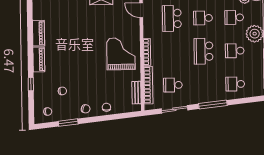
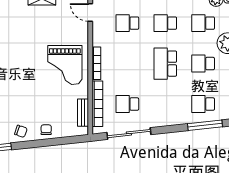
school desk: (172, 18) -> (127, 23), width x0.54
grand piano: (121, 54) -> (65, 65), turned 180
window: (213, 105) -> (205, 125), moved
sliding door: (174, 109) -> (129, 134), width x1.37

